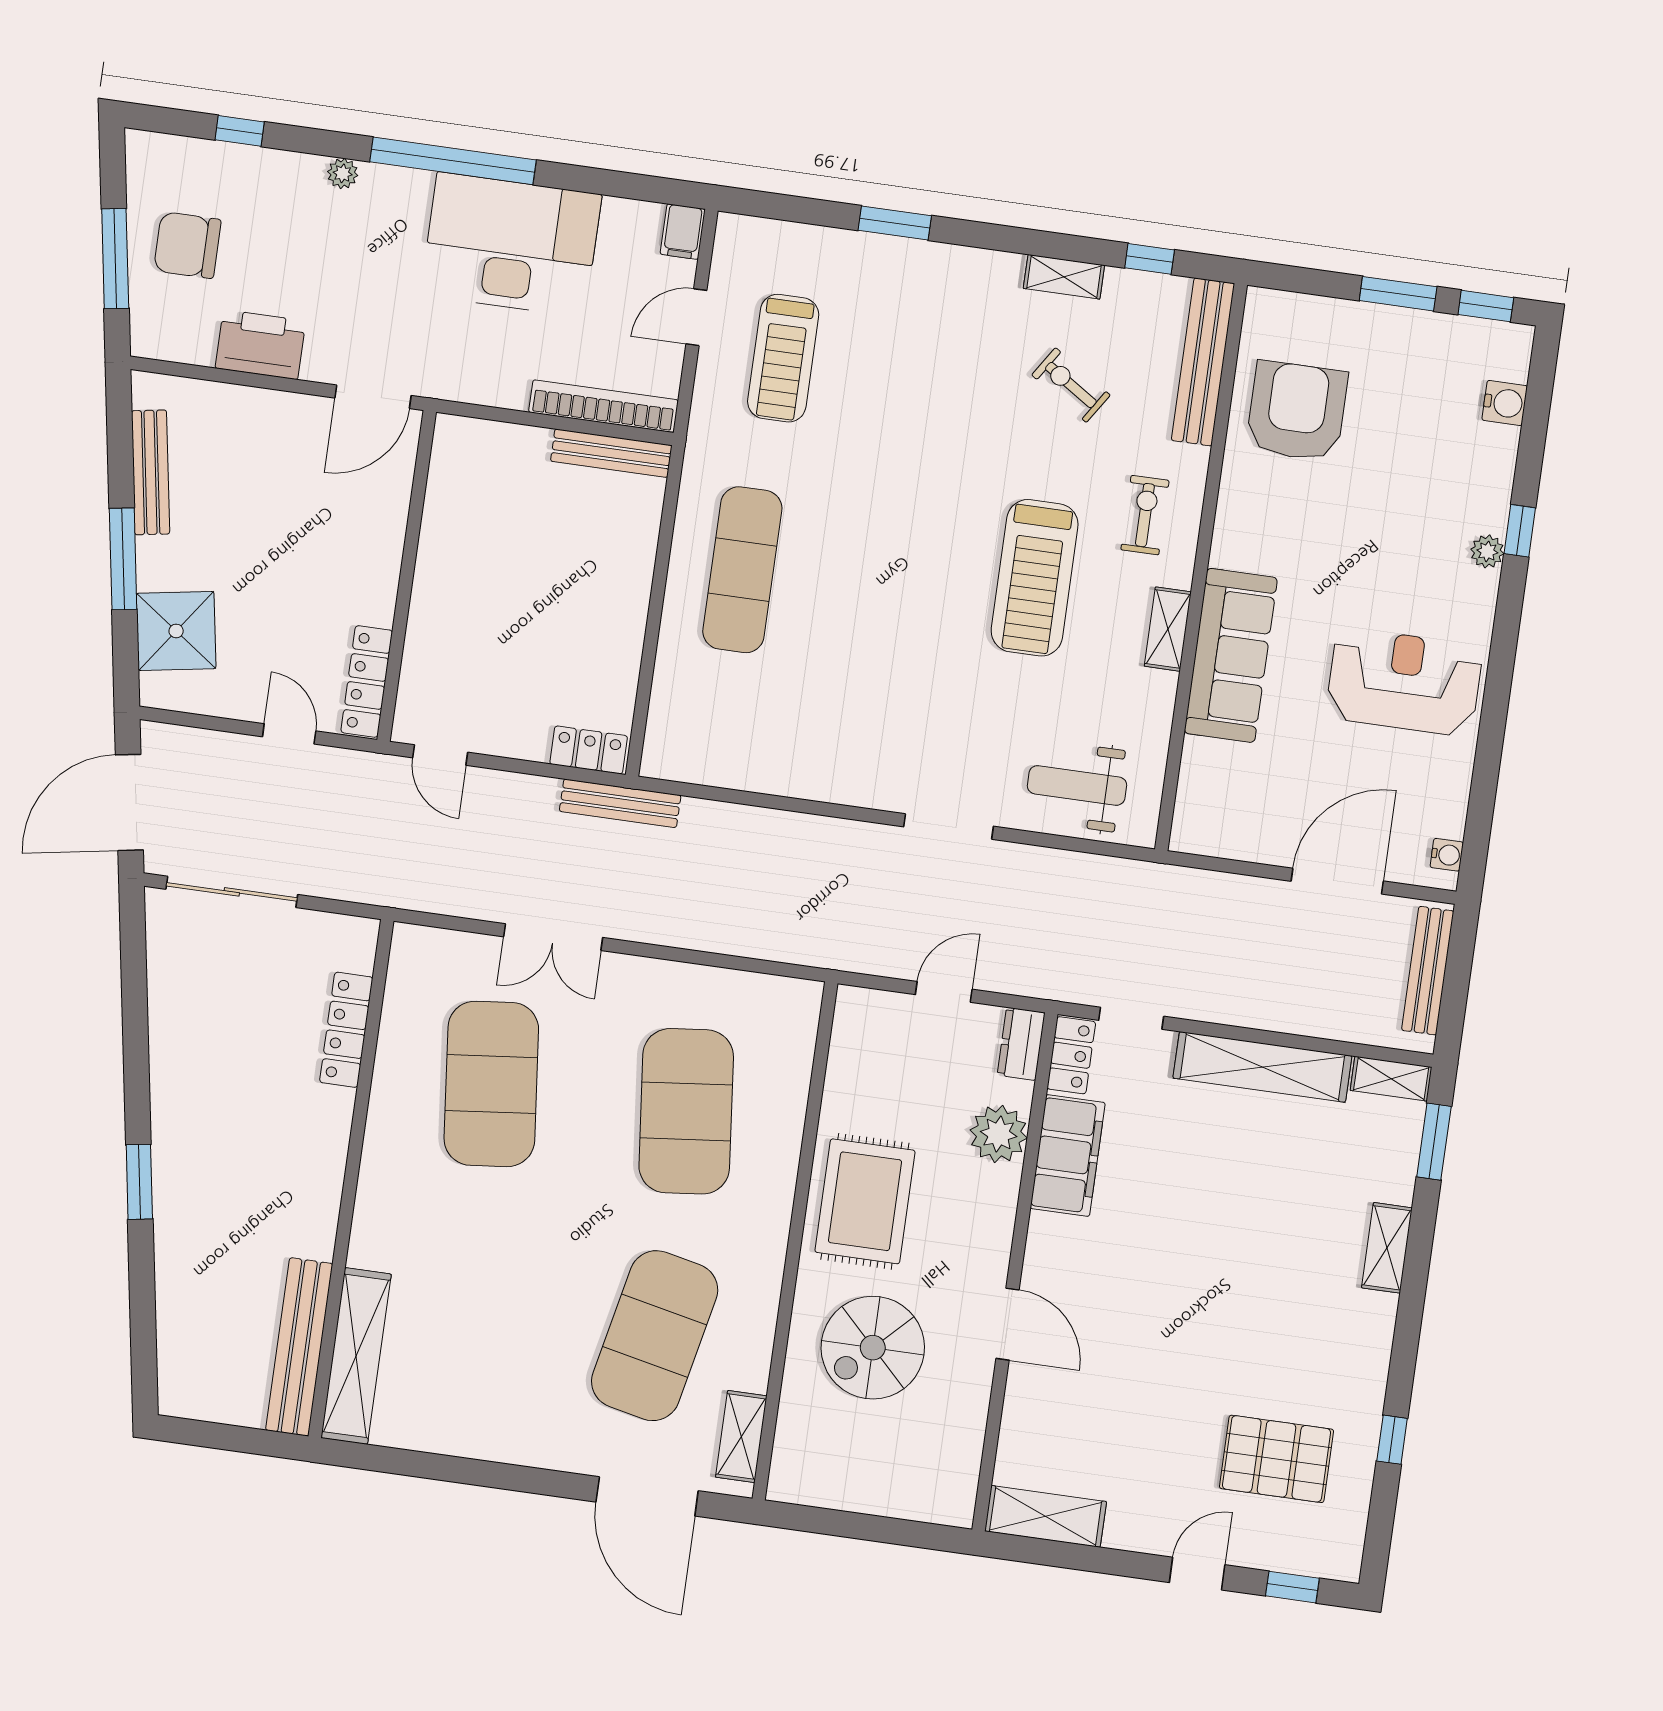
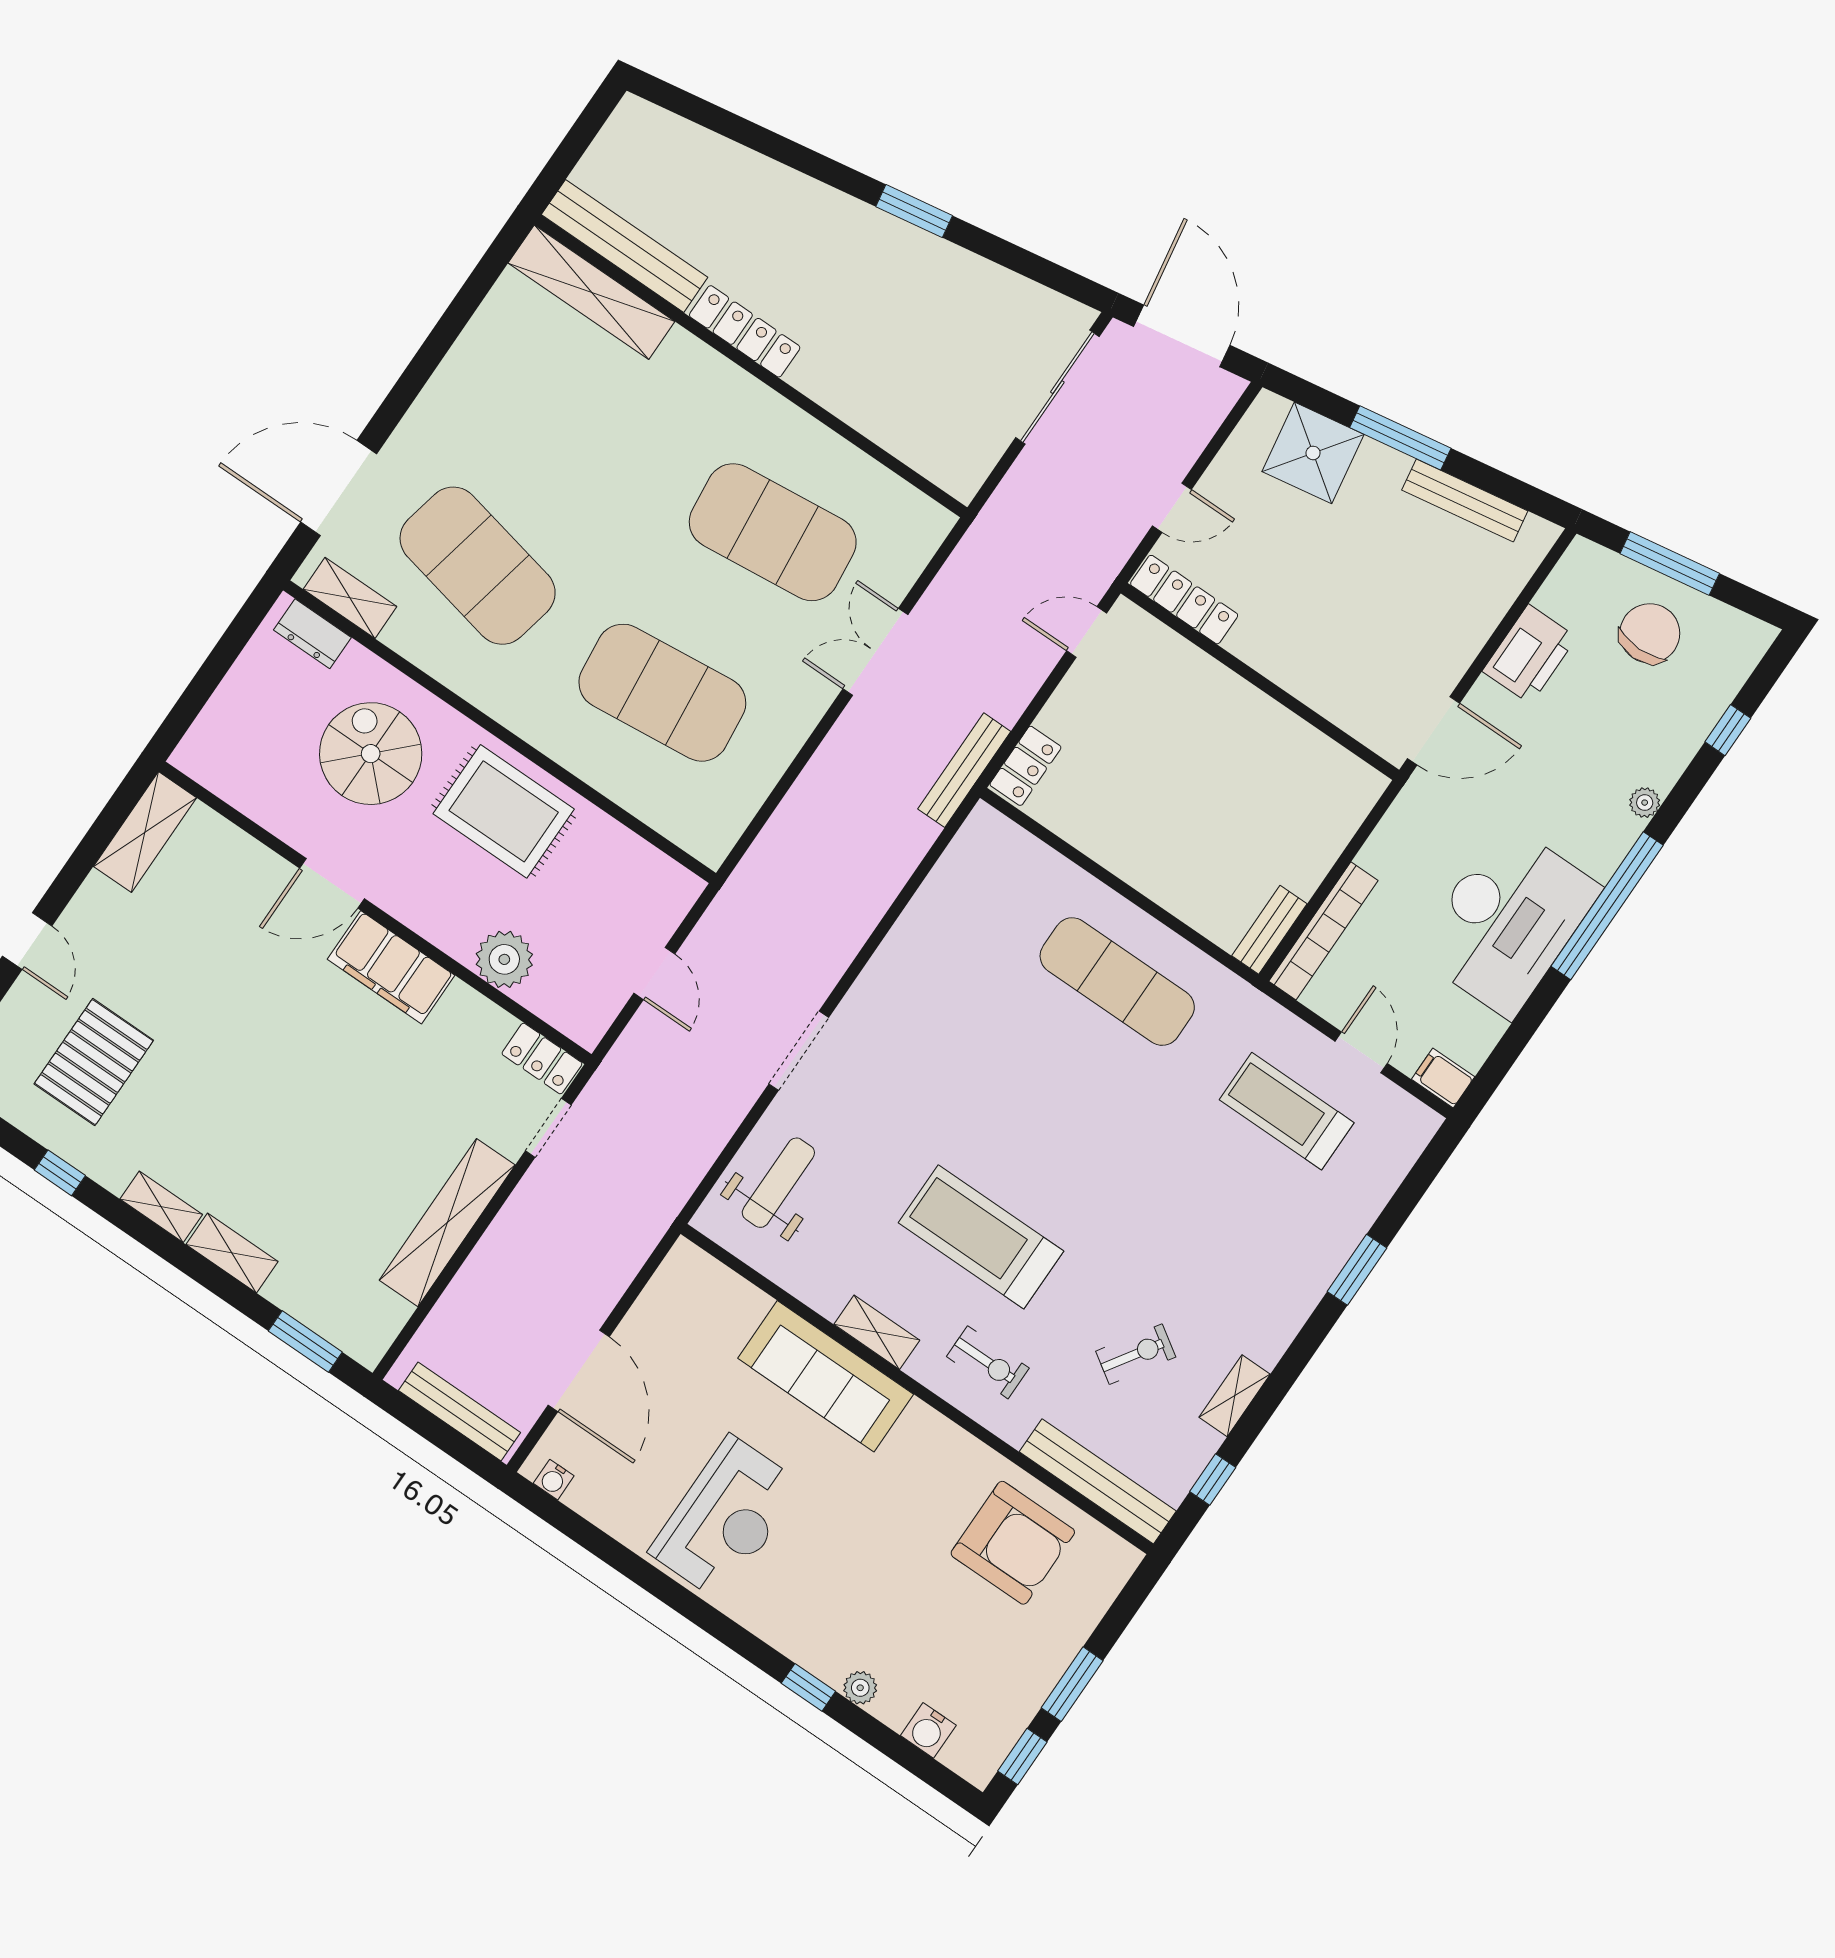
door: (373, 397) -> (1433, 731), swing flipped
bench: (611, 453) -> (1269, 930), width x0.73
plant: (1487, 551) -> (860, 1688), moved
locker: (346, 1030) -> (745, 331), moved
dresser: (1021, 1044) -> (312, 634), moved, turned 180
shelving: (1391, 1079) -> (161, 1207), moved, turned 90
filing cabinet: (1068, 1155) -> (391, 967), moved
window: (139, 1182) -> (914, 211), moved

